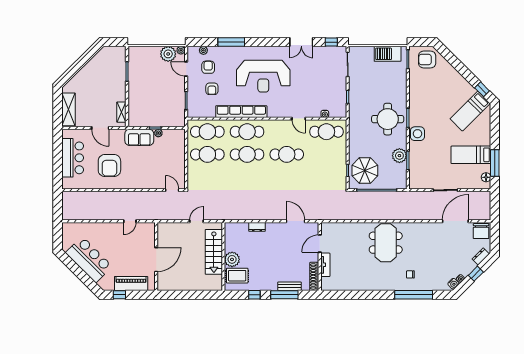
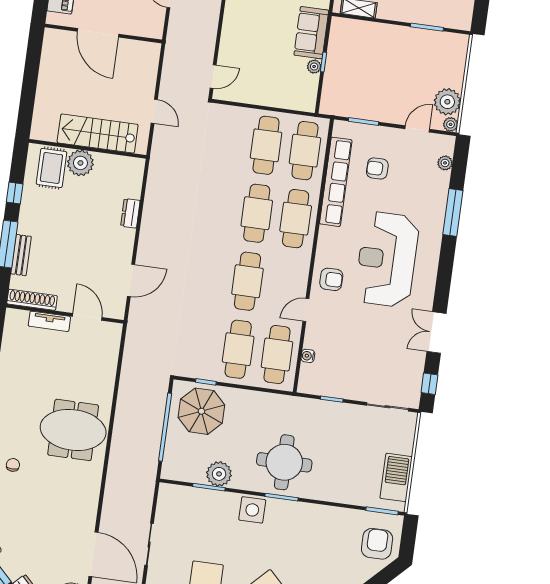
armchair: (208, 67) -> (331, 279), moved
row of seats: (241, 112) -> (336, 182), moved
cafe table: (326, 154) -> (238, 349), added

